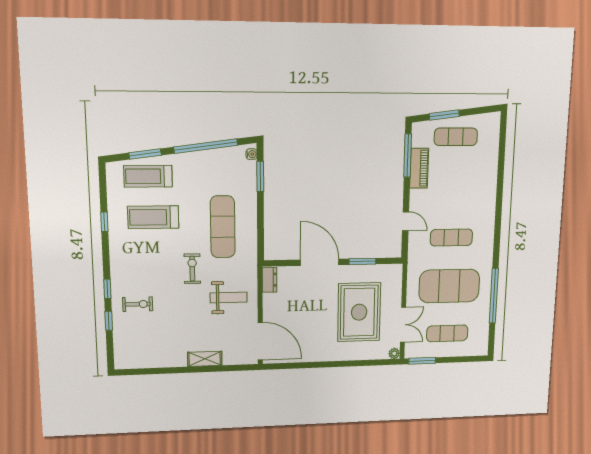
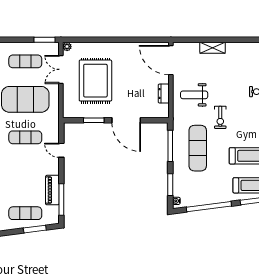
window: (260, 229) -> (170, 146), added
dresser: (270, 280) -> (164, 94), moved

